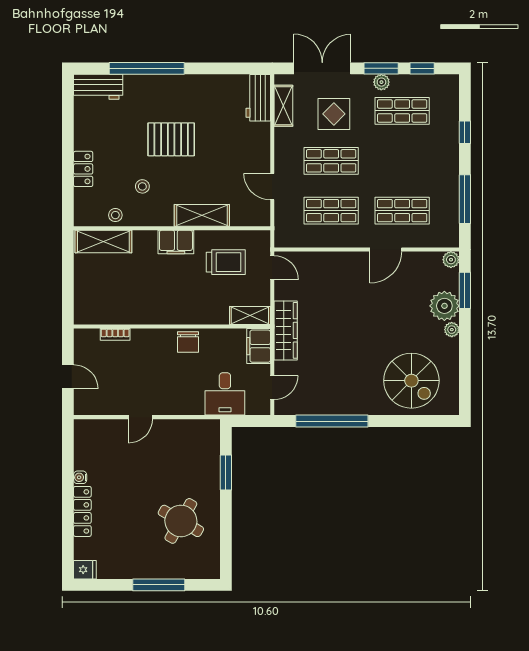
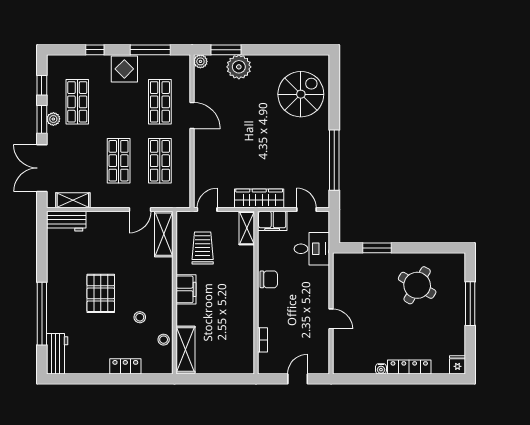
display table: (334, 114) -> (124, 69), moved
shelving: (202, 215) -> (164, 234), moved
plant: (452, 330) -> (258, 61), removed

